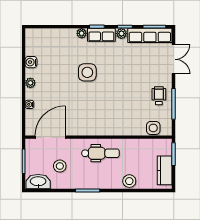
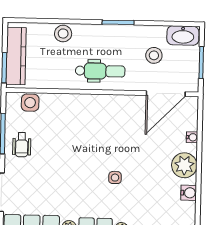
side table: (87, 72) -> (115, 178), width x0.54, depth x0.54
plant: (30, 83) -> (184, 165), width x1.87, depth x1.87
dental chair: (100, 153) -> (100, 71), turned 180
kitchen counter: (165, 170) -> (16, 56), width x1.50

